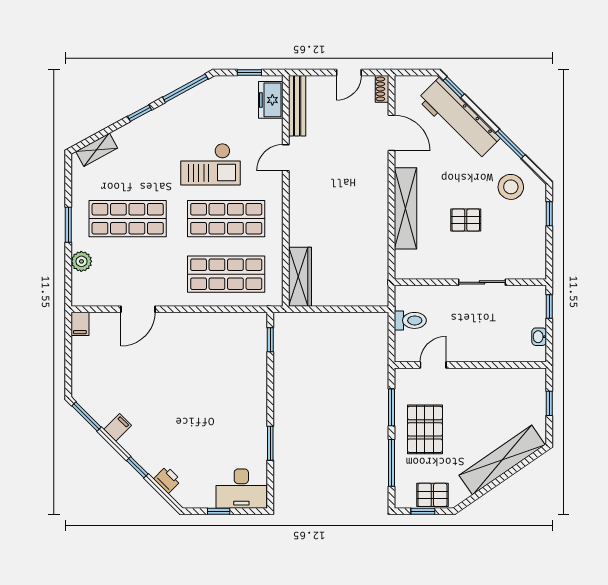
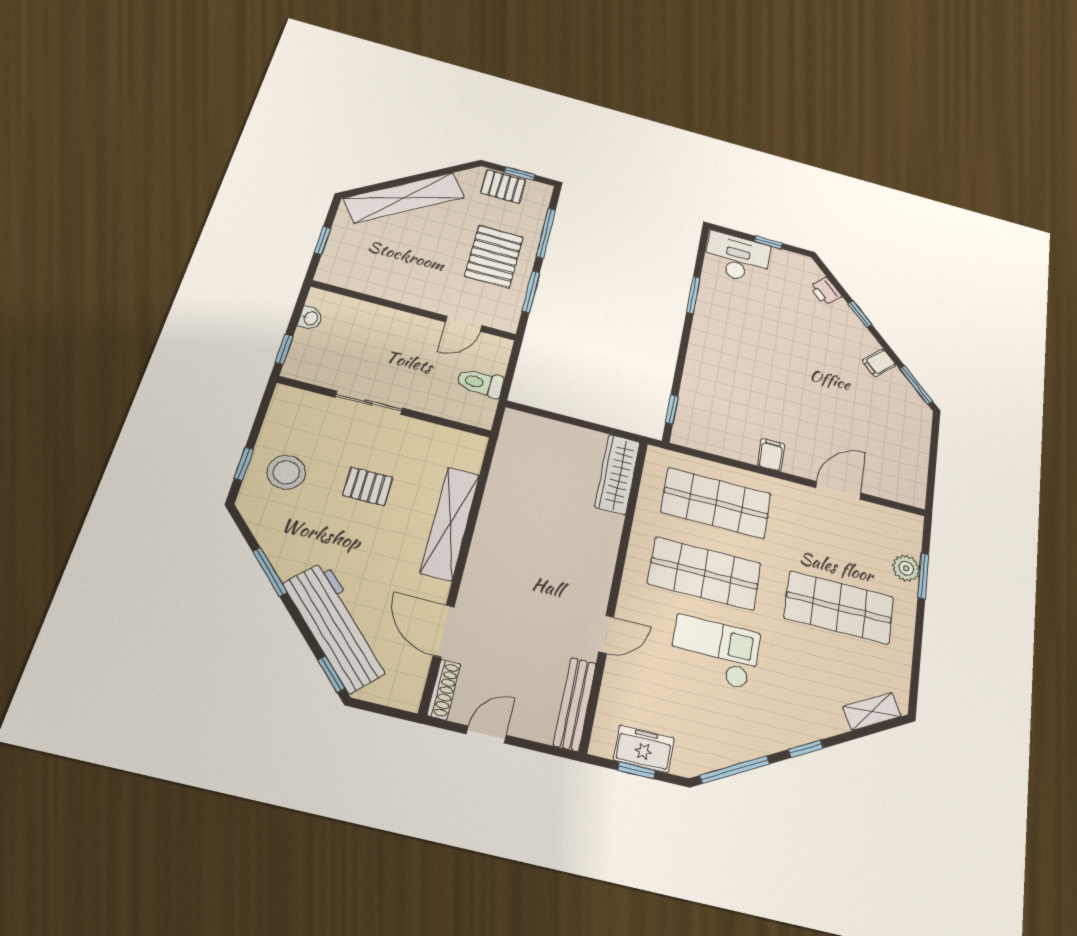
shoe rack: (382, 89) -> (444, 689), width x1.43
freezer: (271, 100) -> (644, 749), moved, turned -90
stool: (511, 187) -> (286, 472), moved
window: (68, 225) -> (923, 576), moved
filing cabinet: (80, 324) -> (771, 455), moved

